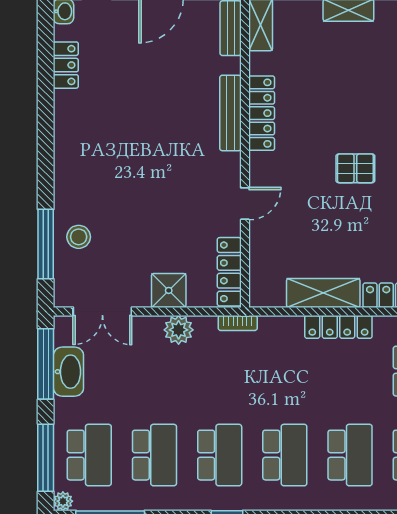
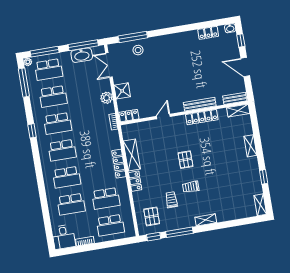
door: (245, 204) -> (163, 116), swing flipped
locker: (229, 272) -> (129, 116), width x0.66

